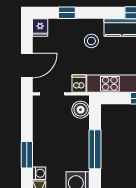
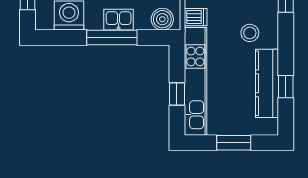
kitchen sink: (81, 144) -> (119, 20), added

